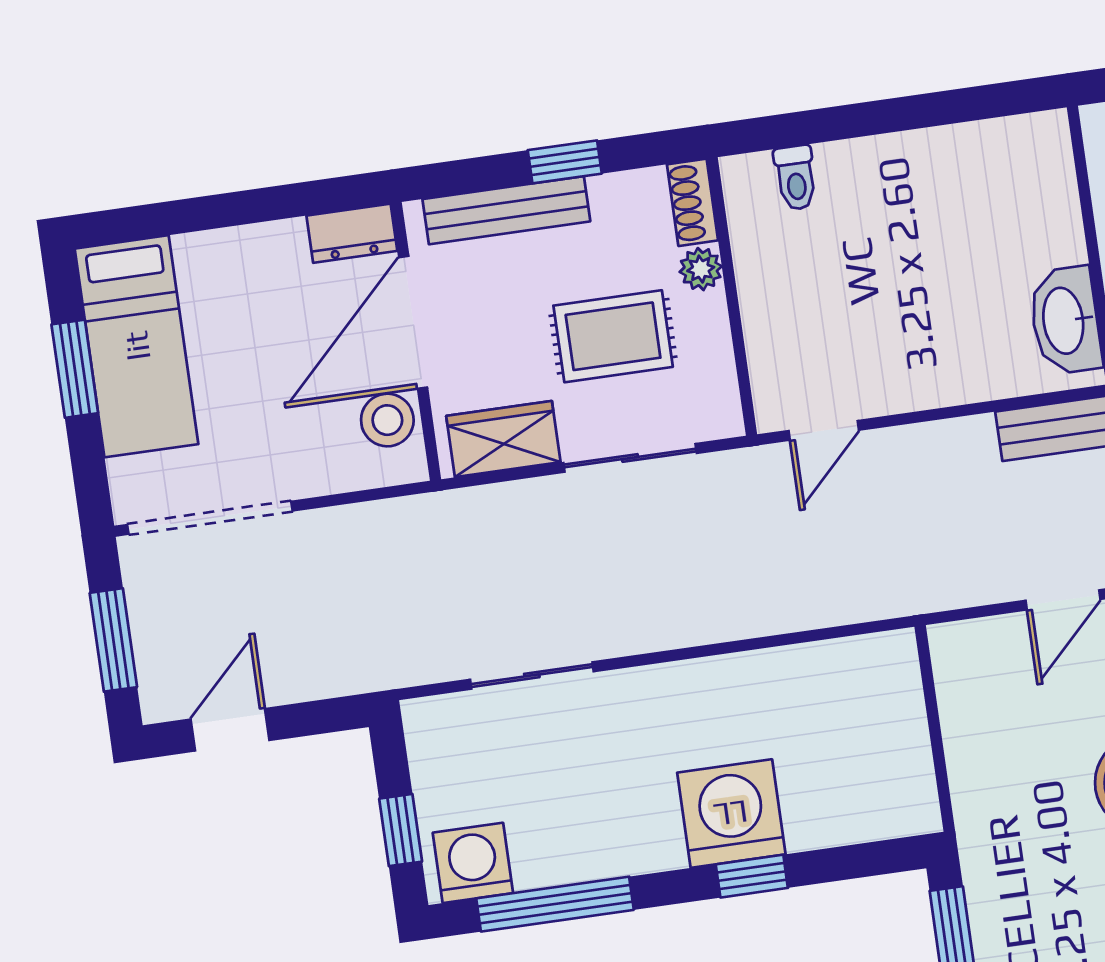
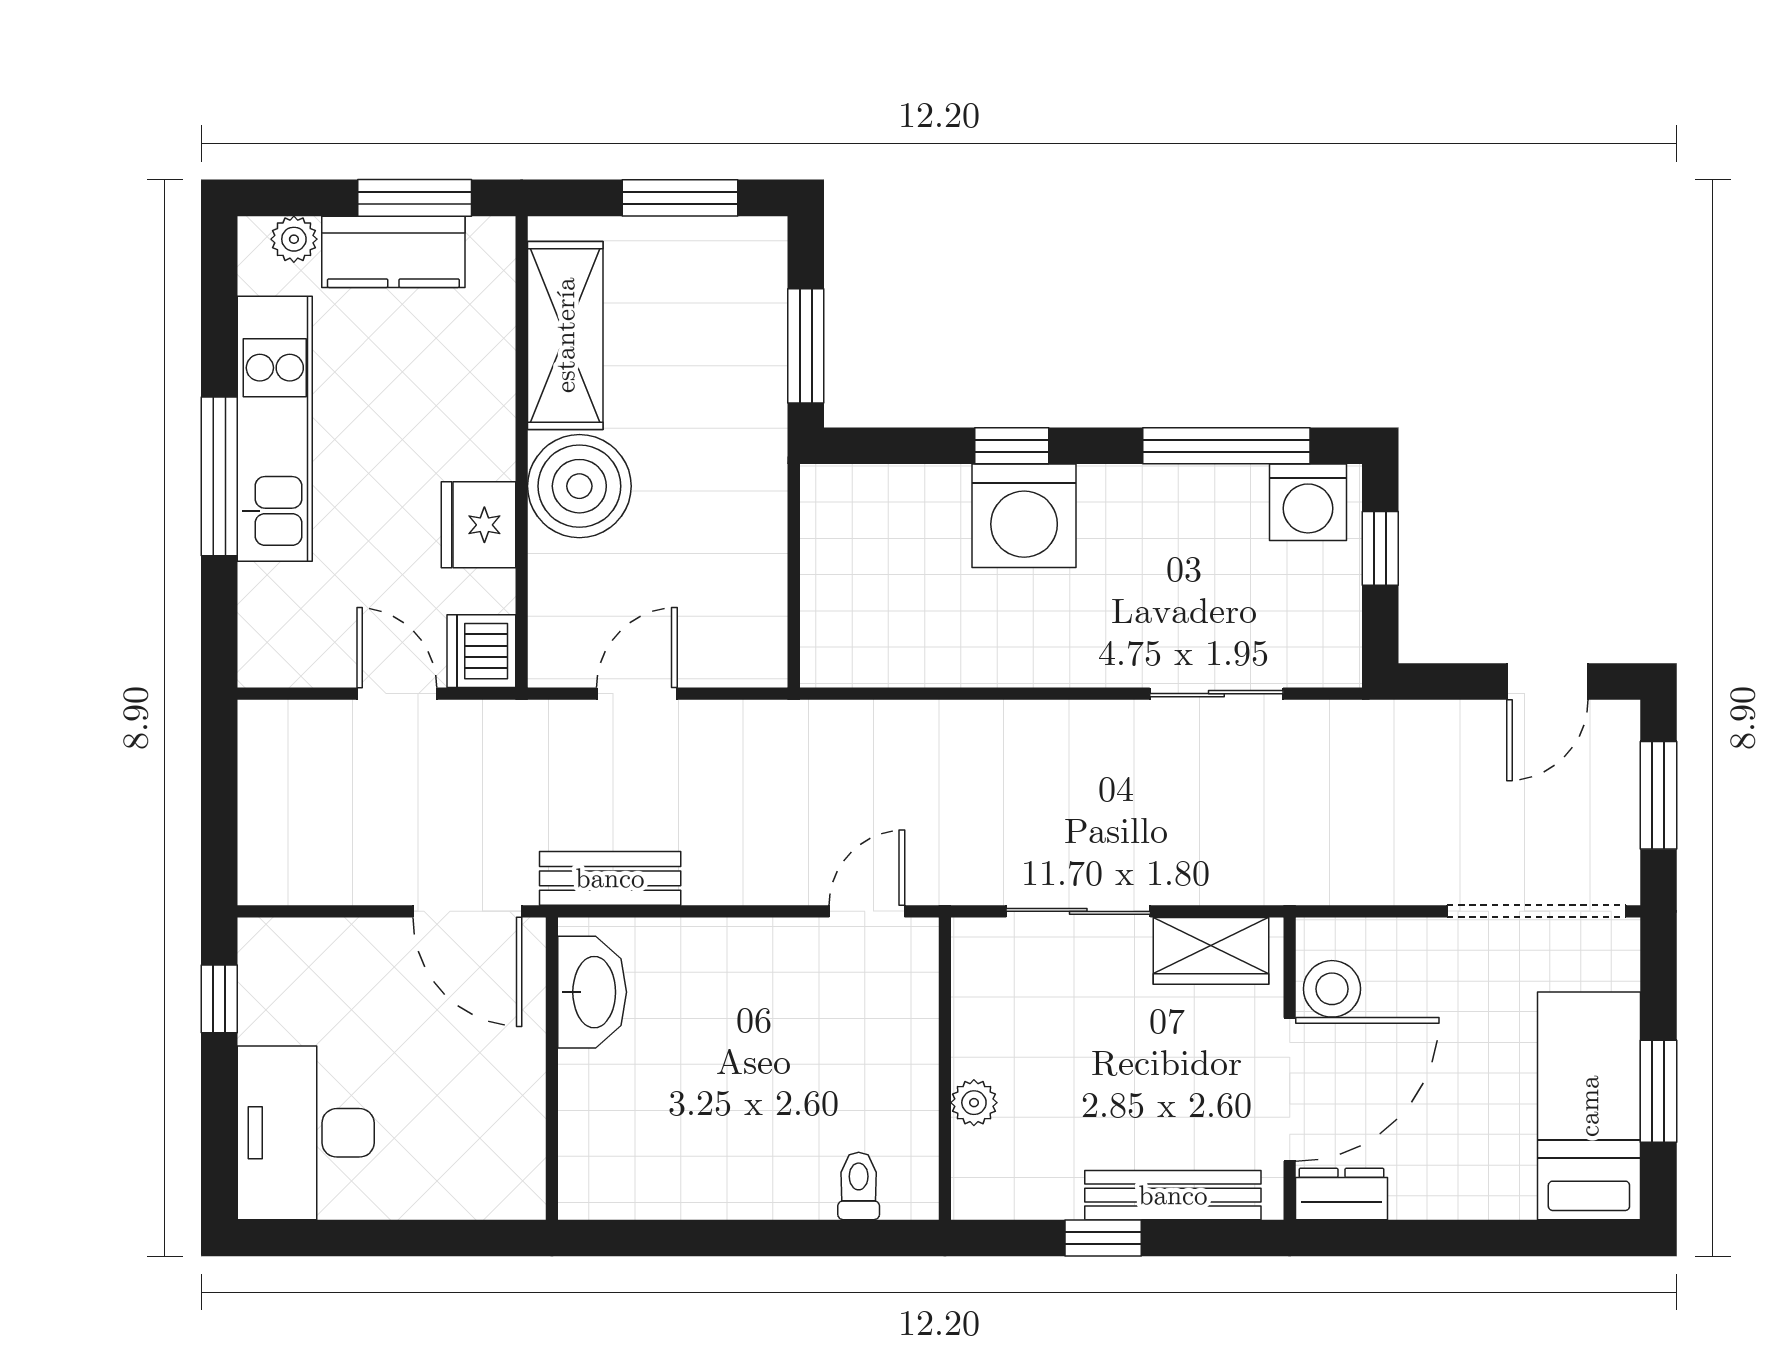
shoe rack: (692, 202) -> (973, 1175), removed
rug: (613, 336) -> (1078, 1044), removed

